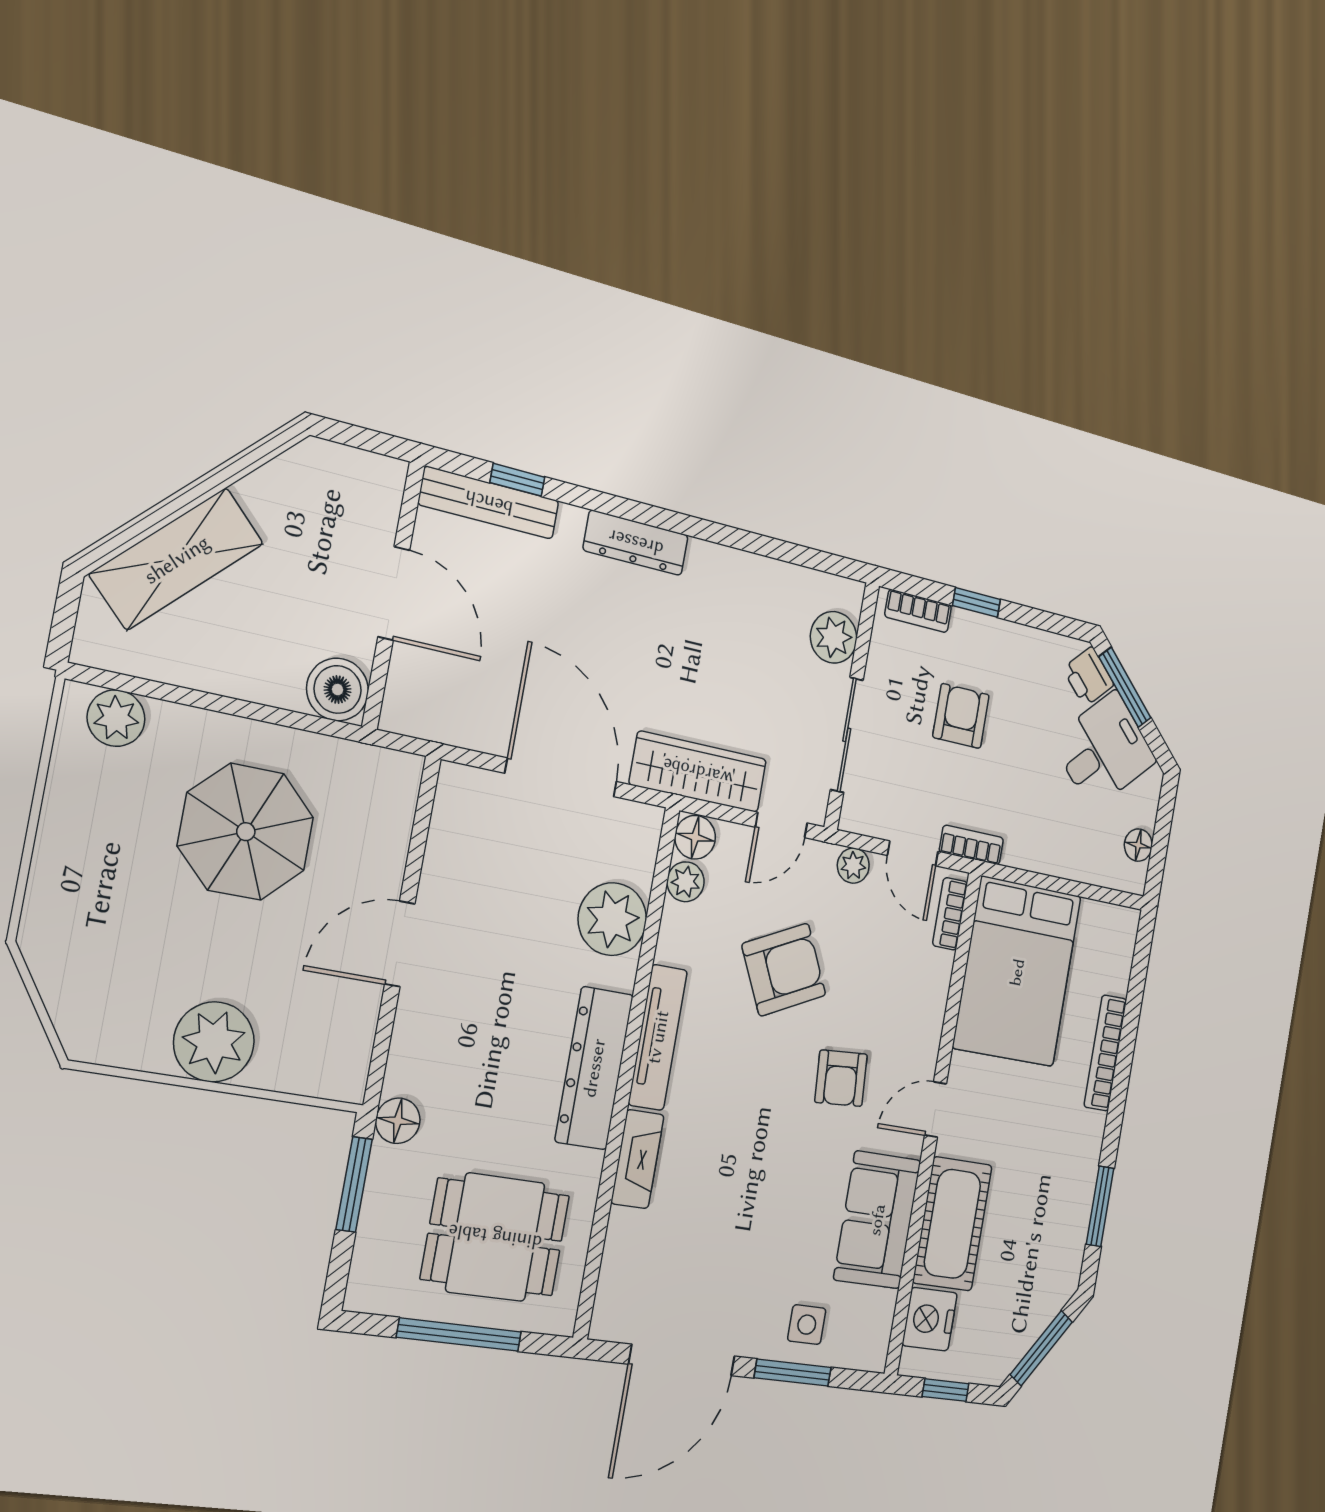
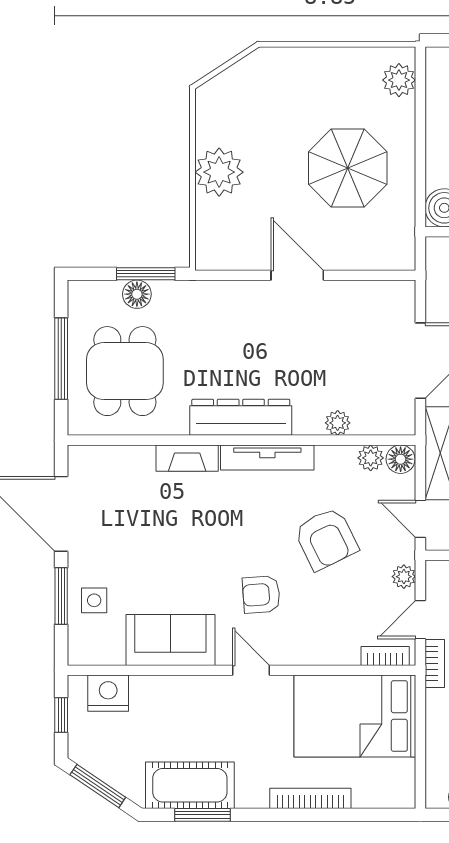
plant: (612, 919) -> (338, 423), width x0.53, depth x0.53
floor lamp: (398, 1121) -> (137, 294), moved
cot: (952, 1224) -> (190, 785), moved

